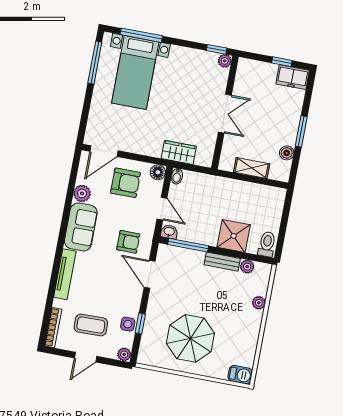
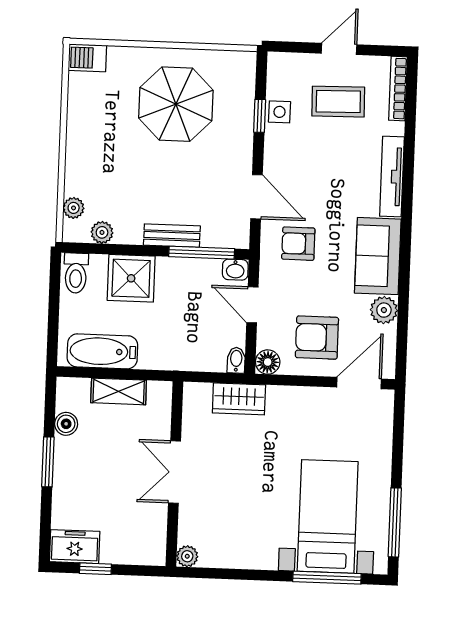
window: (217, 49) -> (203, 573), removed
bathtub: (258, 194) -> (102, 351), added
bench: (222, 262) -> (172, 236), moved
plant: (259, 303) -> (74, 208), moved
plant: (124, 354) -> (278, 63), removed

